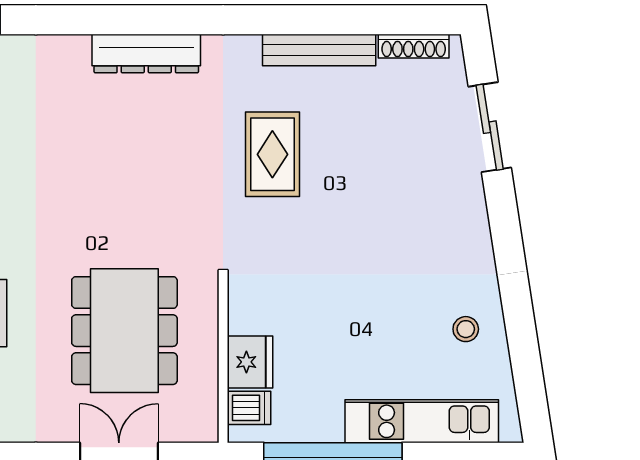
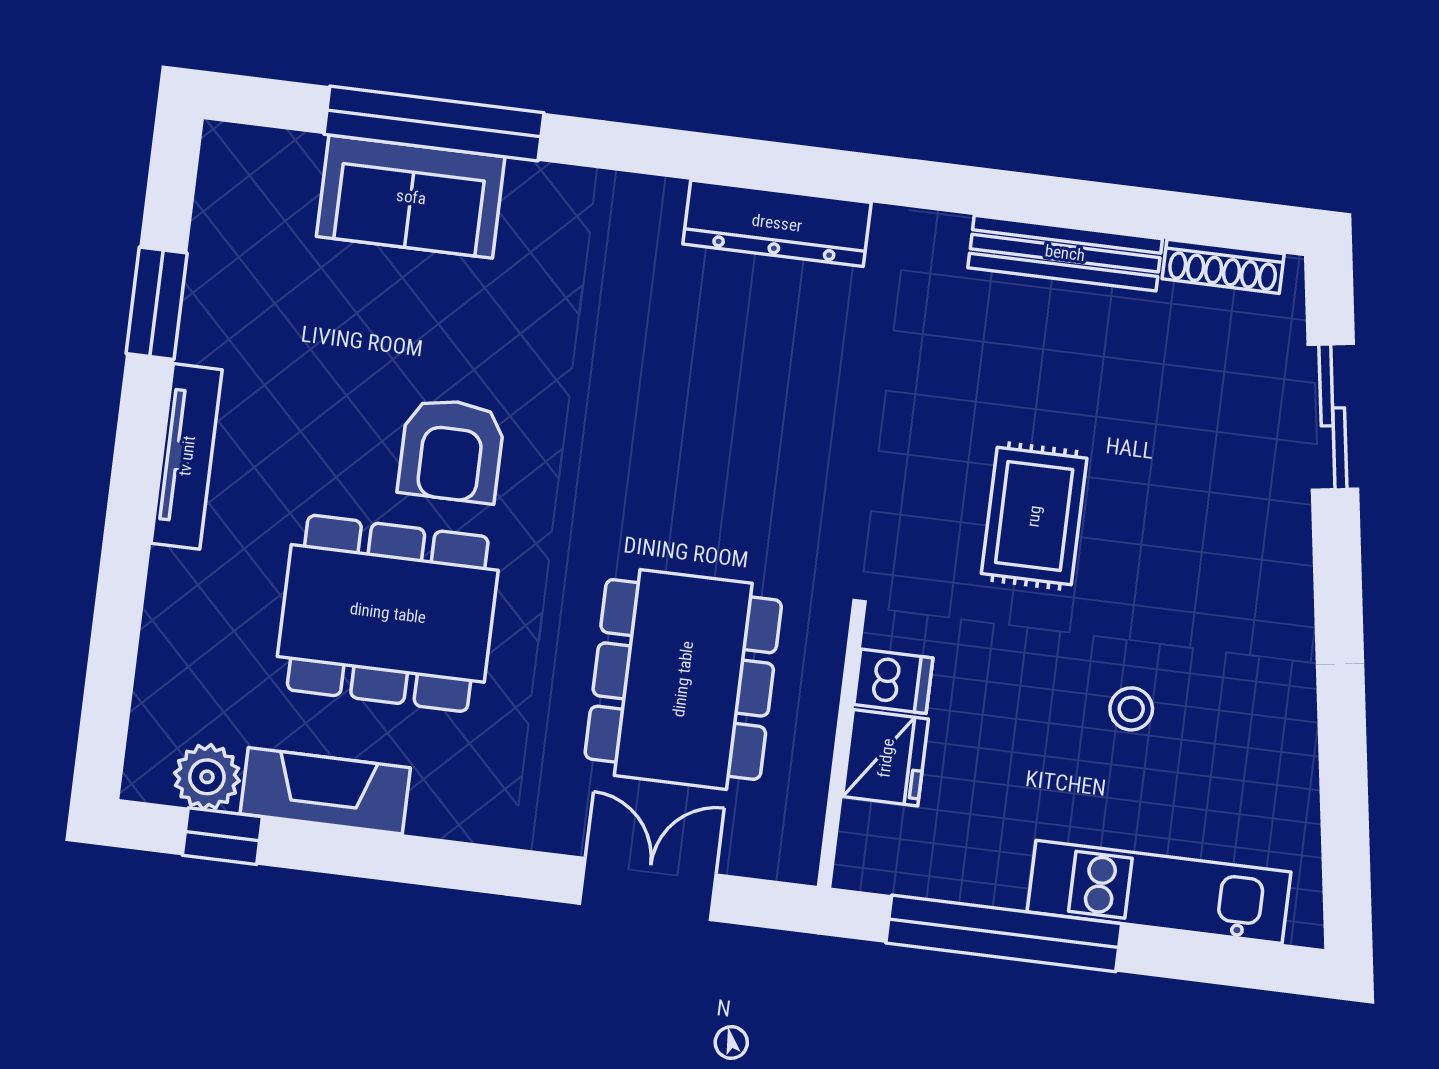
rug: (272, 154) -> (1034, 516), moved
stool: (466, 329) -> (1131, 709), moved
dishwasher: (249, 408) -> (893, 681), moved

